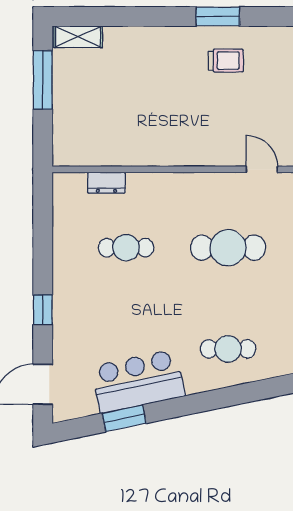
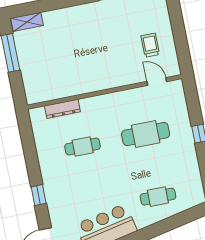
trolley: (226, 61) -> (150, 45), moved, turned -90
dresser: (106, 183) -> (62, 109), width x1.44

